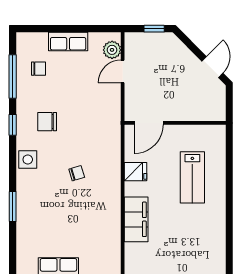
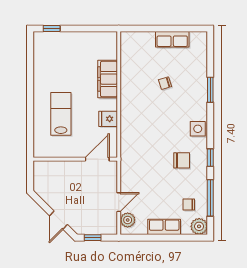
plant: (26, 42) -> (199, 226), added
door: (212, 67) -> (59, 220), moved
chair: (77, 173) -> (165, 83), moved

